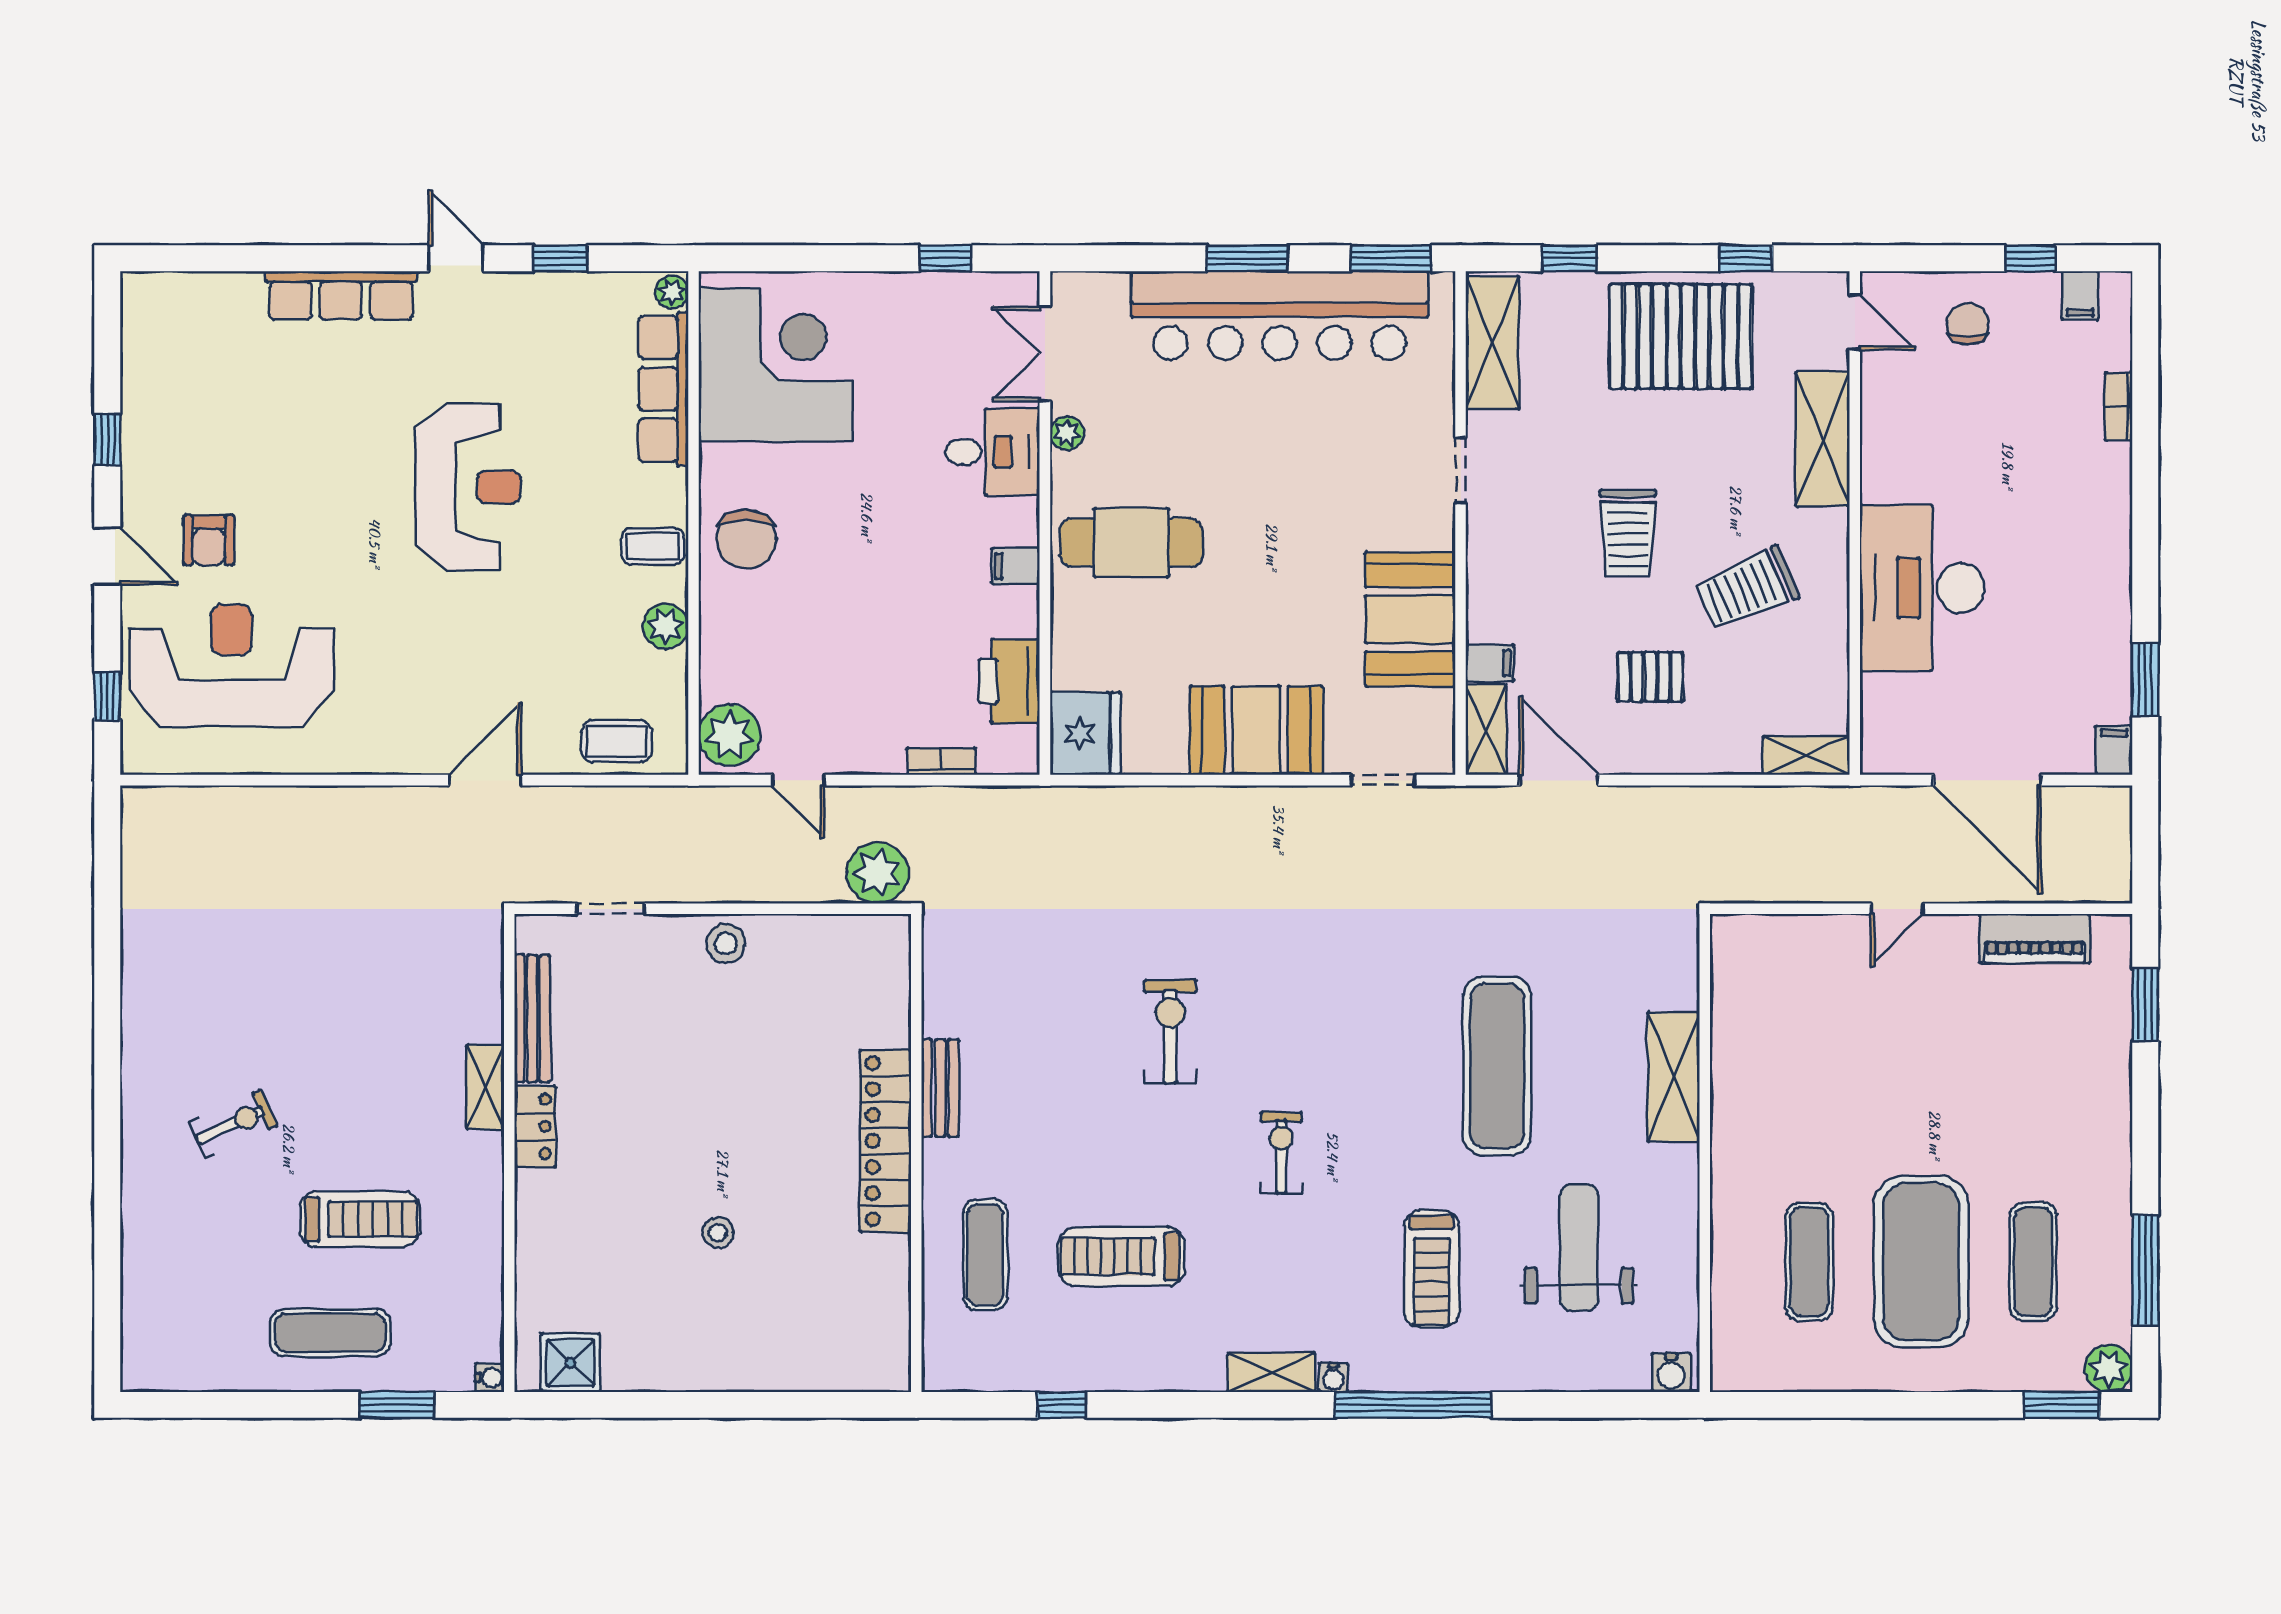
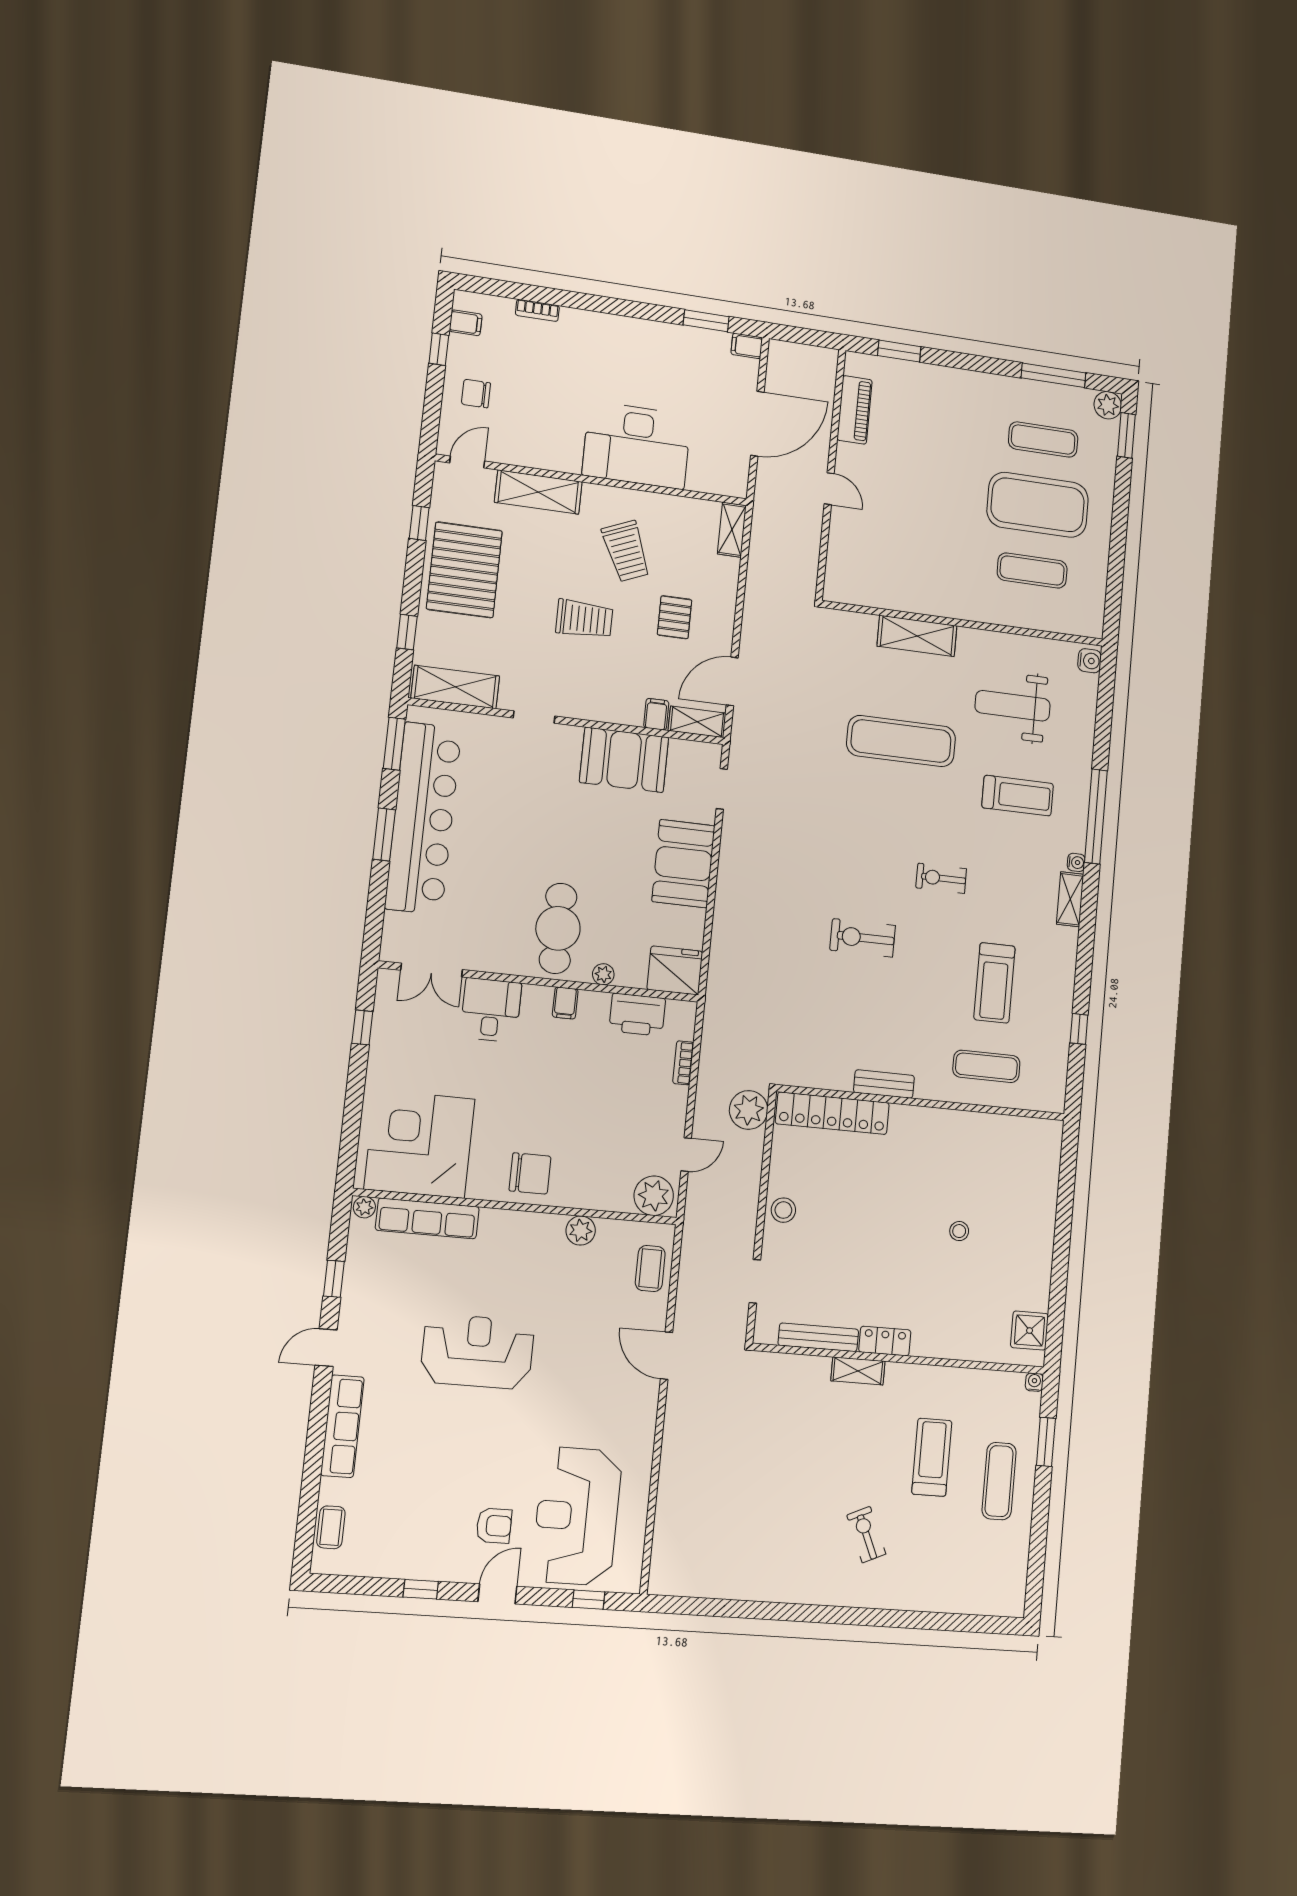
plant: (1067, 433) -> (603, 974), moved
coffee table: (653, 546) -> (331, 1527), moved
locker: (885, 1141) -> (832, 1113), moved

